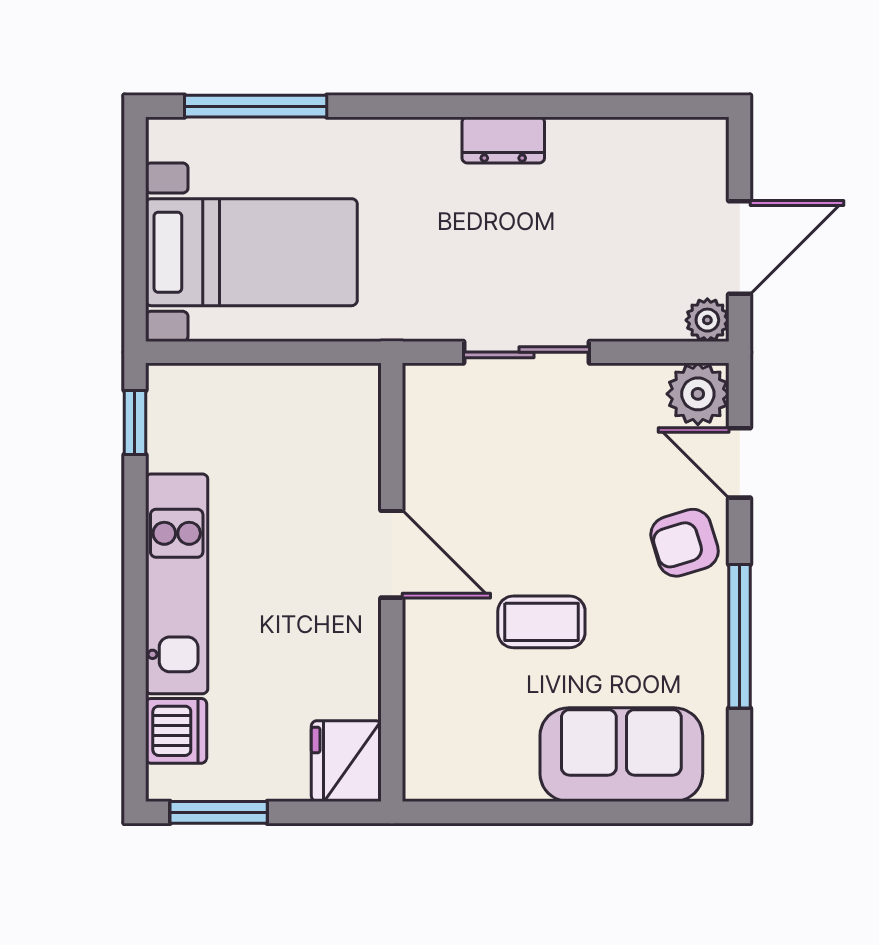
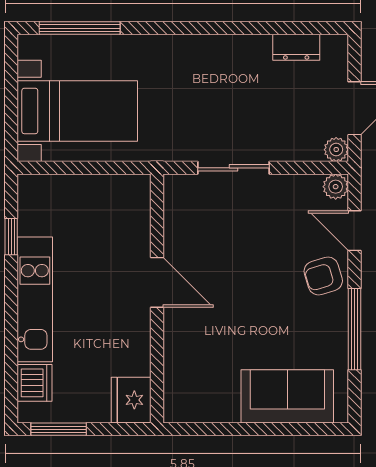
dresser: (503, 140) -> (296, 47), moved
plant: (698, 394) -> (336, 187), width x0.73, depth x0.73
window: (135, 422) -> (11, 237), moved
coffee table: (541, 622) -> (242, 321), removed

